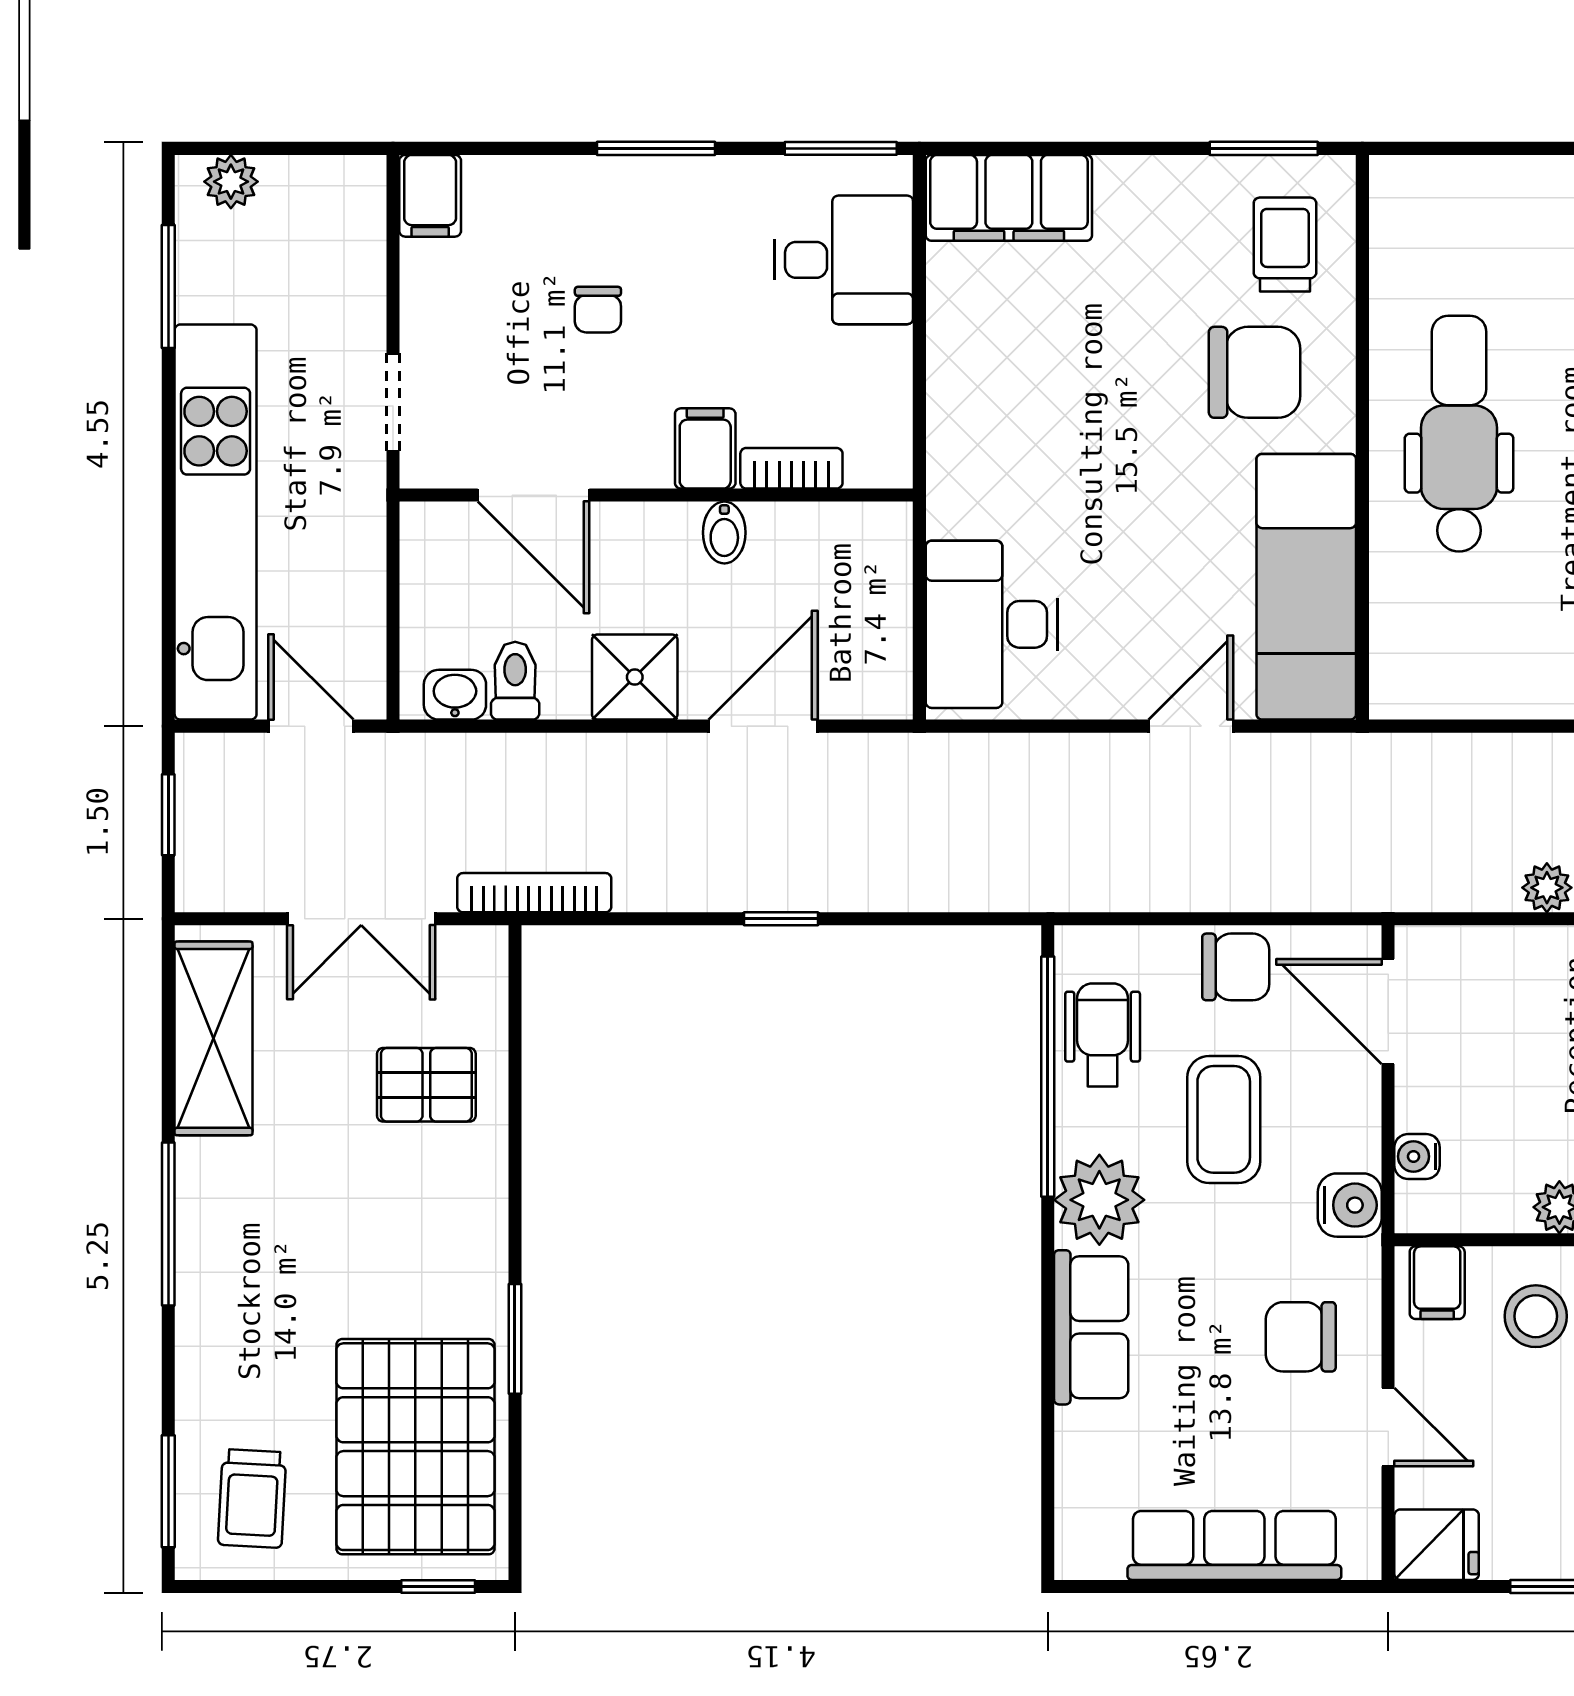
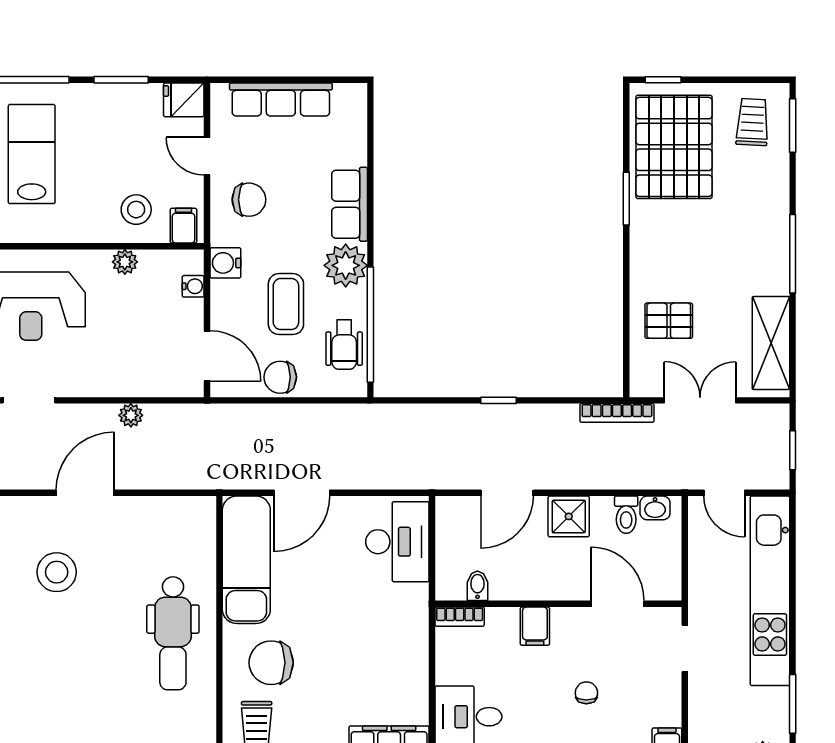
bookcase: (791, 468) -> (460, 617), moved
bidet: (724, 533) -> (477, 586), moved
door: (1191, 726) -> (302, 493), width x1.38

